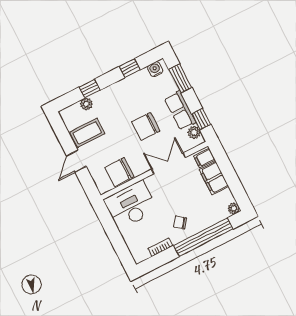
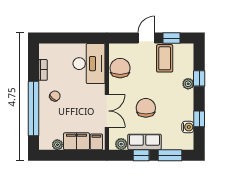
water cooler: (155, 69) -> (188, 127), moved
plant: (86, 104) -> (188, 84), moved
window: (201, 119) -> (141, 155), moved
window: (64, 136) -> (172, 38), added
door: (76, 161) -> (146, 38), hinge flipped
plant: (234, 209) -> (57, 145), moved

